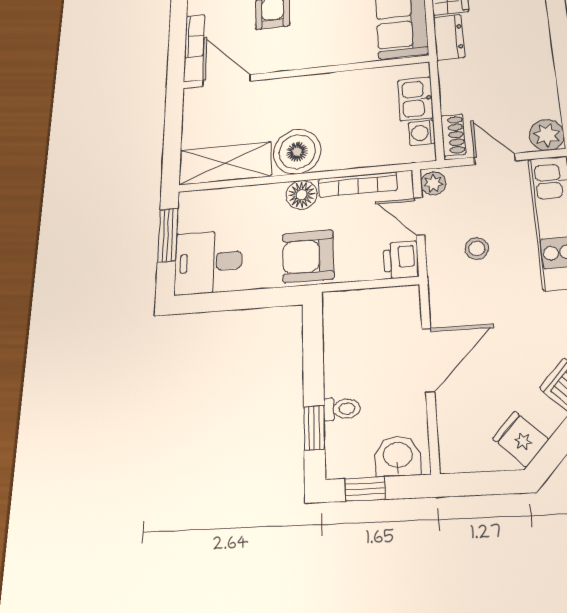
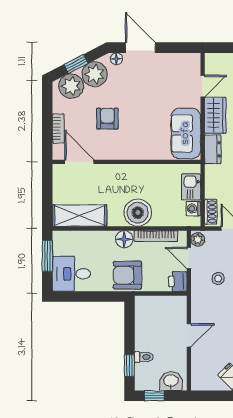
boiler: (297, 152) -> (138, 213), moved
door: (428, 360) -> (189, 335), width x0.73

